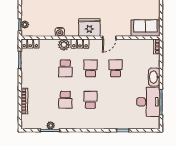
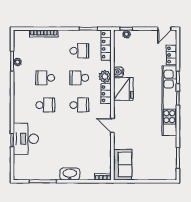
fridge: (89, 28) -> (123, 89), moved
locker: (30, 44) -> (106, 45), width x1.53
school desk: (116, 68) -> (79, 51), moved
desk: (148, 102) -> (26, 139), moved, turned 90

